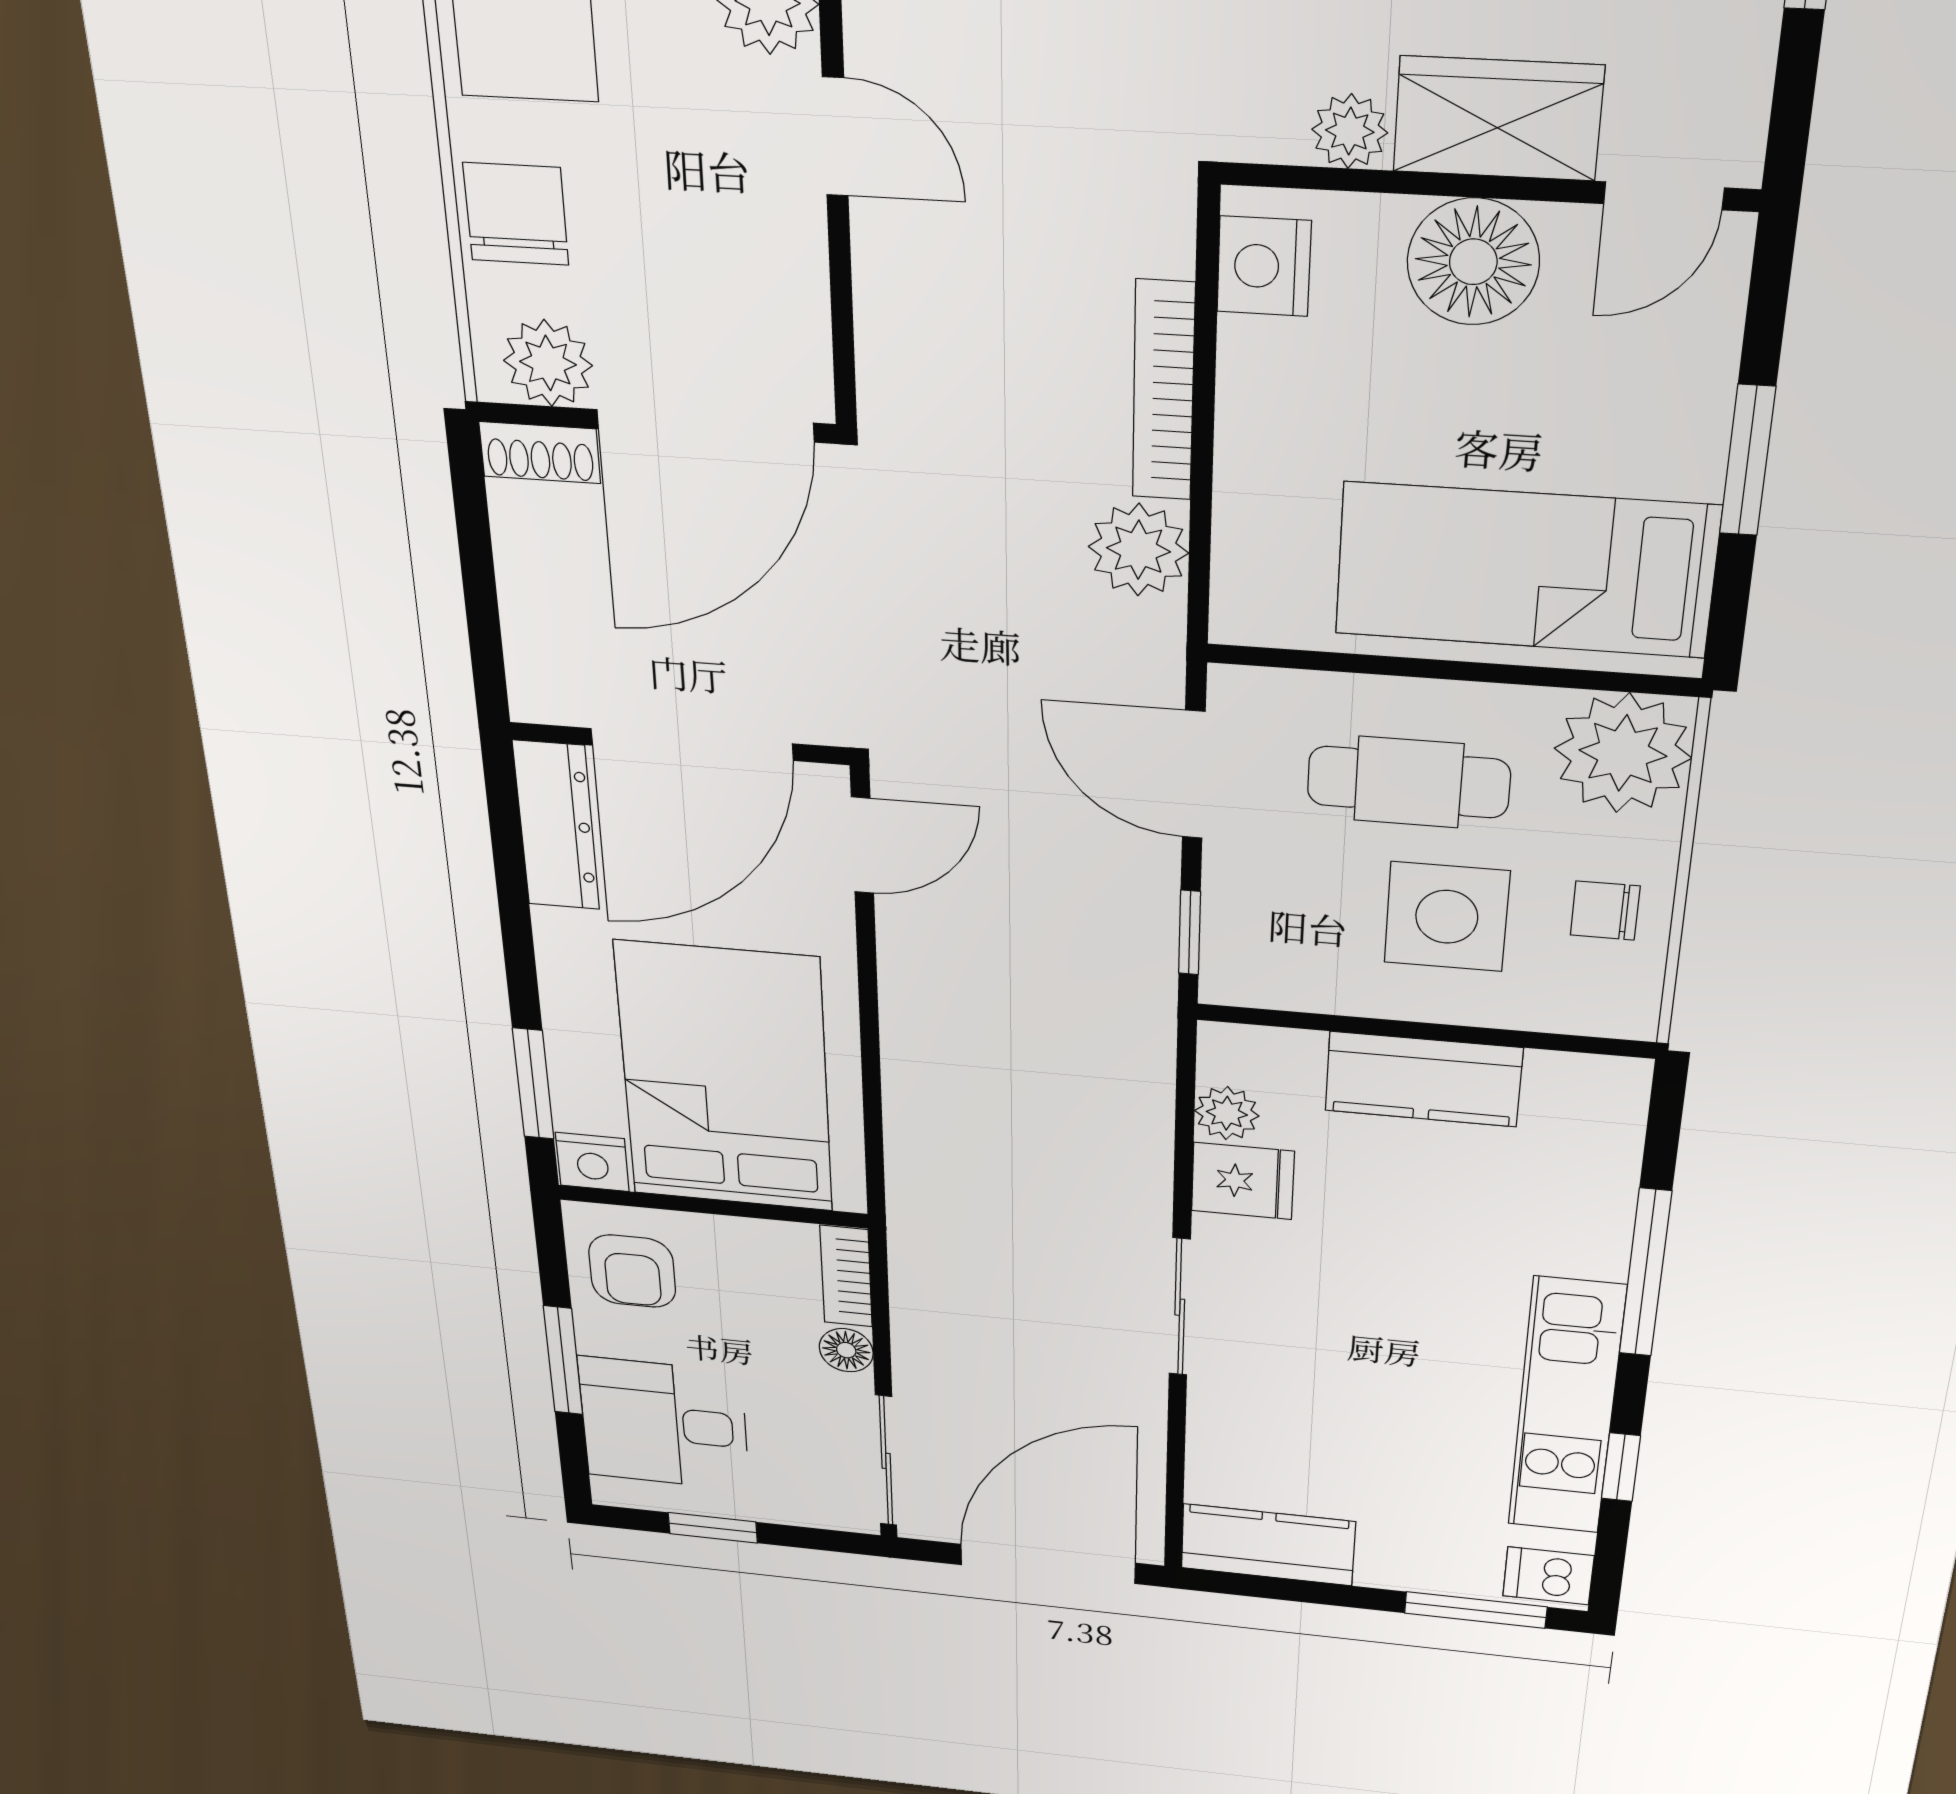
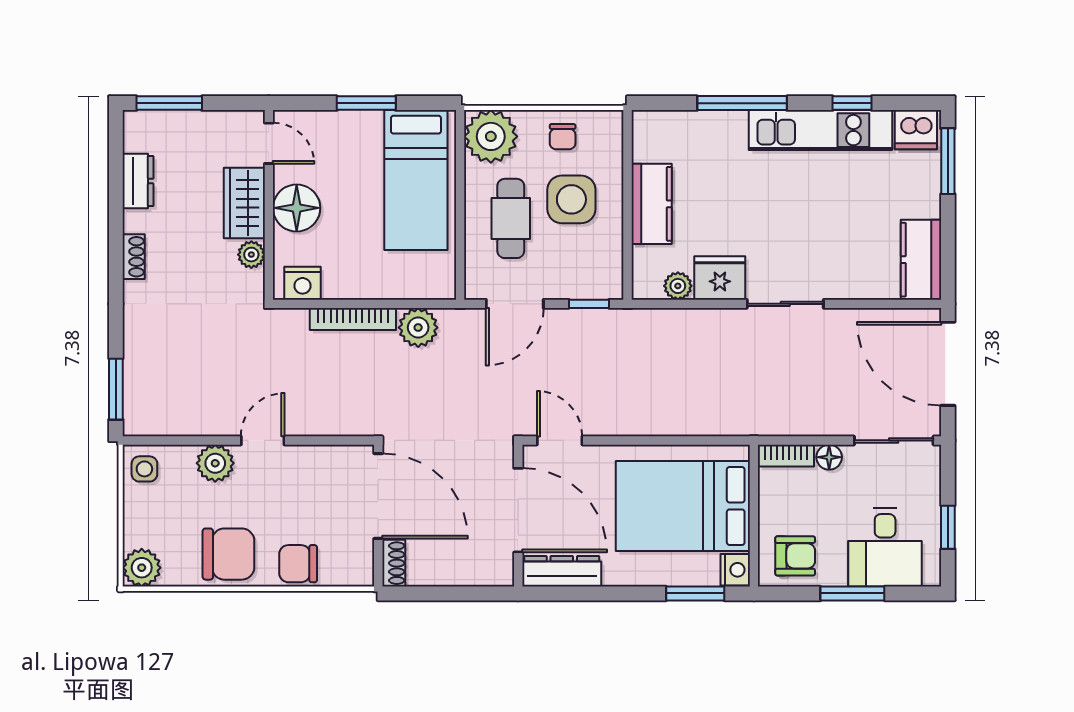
plant: (548, 363) -> (356, 556), removed
fridge: (1243, 1181) -> (720, 278), width x1.38
dishwasher: (1548, 1576) -> (916, 130), width x1.38

